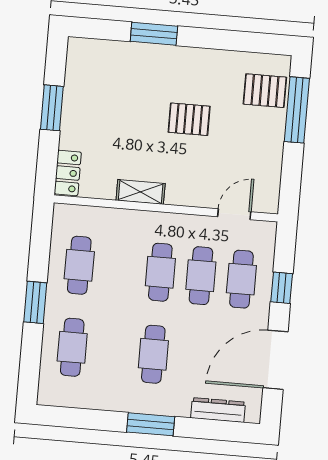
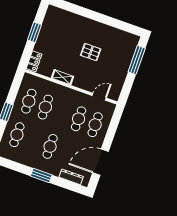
window: (154, 34) -> (85, 13), removed
pallet: (265, 91) -> (125, 48), removed
cafe table: (160, 272) -> (45, 107), moved
window: (282, 288) -> (111, 133), removed

